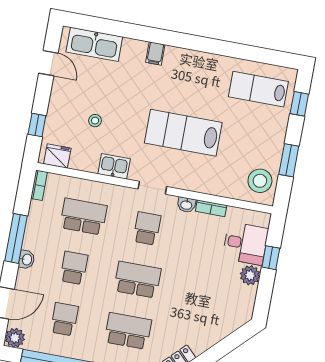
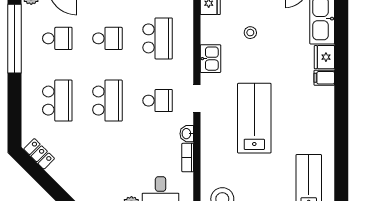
fridge: (134, 49) -> (324, 57), added

